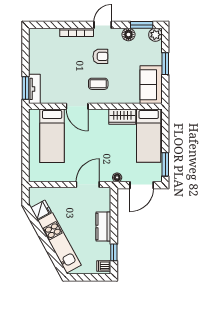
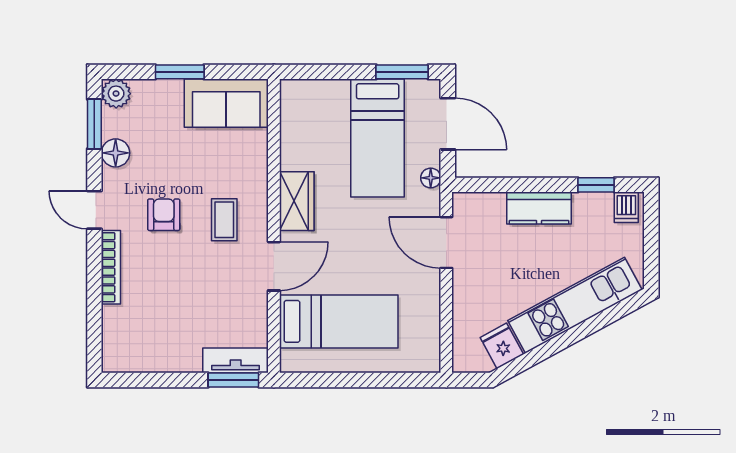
wardrobe: (122, 117) -> (297, 201), moved
bed: (149, 136) -> (378, 138), moved, turned 90

